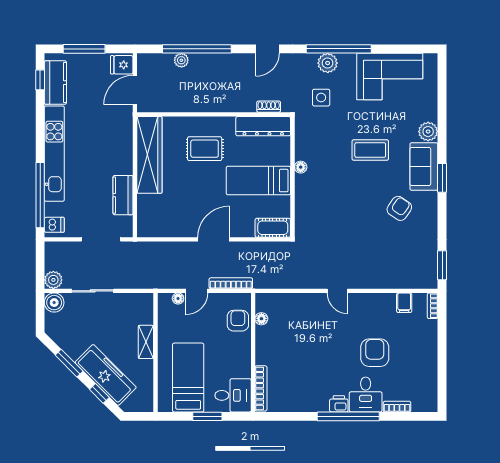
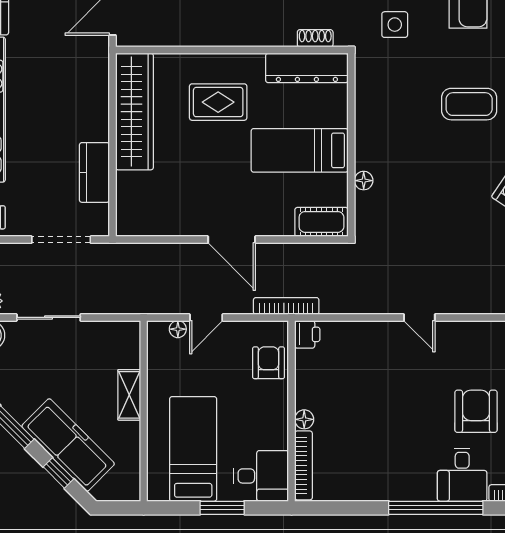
floor lamp: (301, 167) -> (364, 181), moved
door: (214, 239) -> (232, 240), swing flipped
bookcase: (231, 283) -> (286, 306), moved
floor lamp: (261, 319) -> (304, 419), moved
printer: (339, 404) -> (307, 334), moved, turned 90

